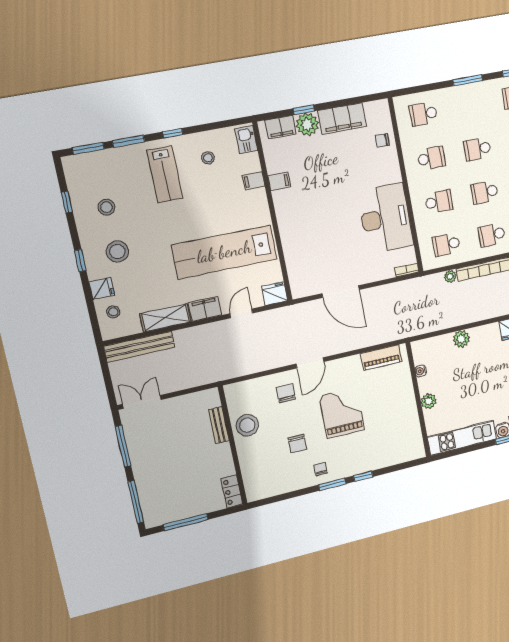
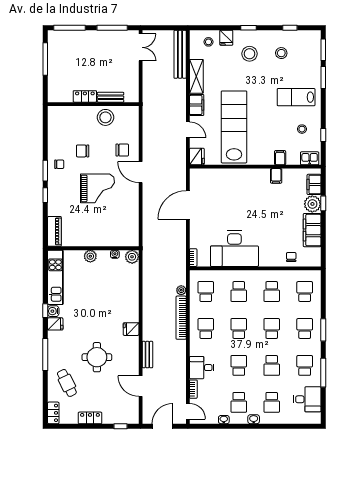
school desk: (470, 105) -> (305, 328), added
window: (173, 133) -> (323, 135), moved
plant: (461, 339) -> (132, 257), moved
piano: (381, 358) -> (54, 231), moved, turned 180
locker: (232, 491) -> (85, 96), moved

